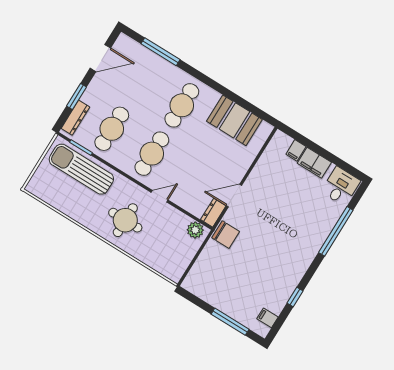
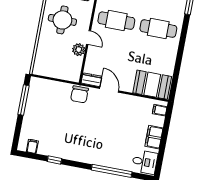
booth: (234, 120) -> (152, 85), moved, turned 90
filing cabinet: (296, 150) -> (160, 110), moved
plant: (195, 230) -> (79, 50), moved
window: (230, 322) -> (23, 100), moved

